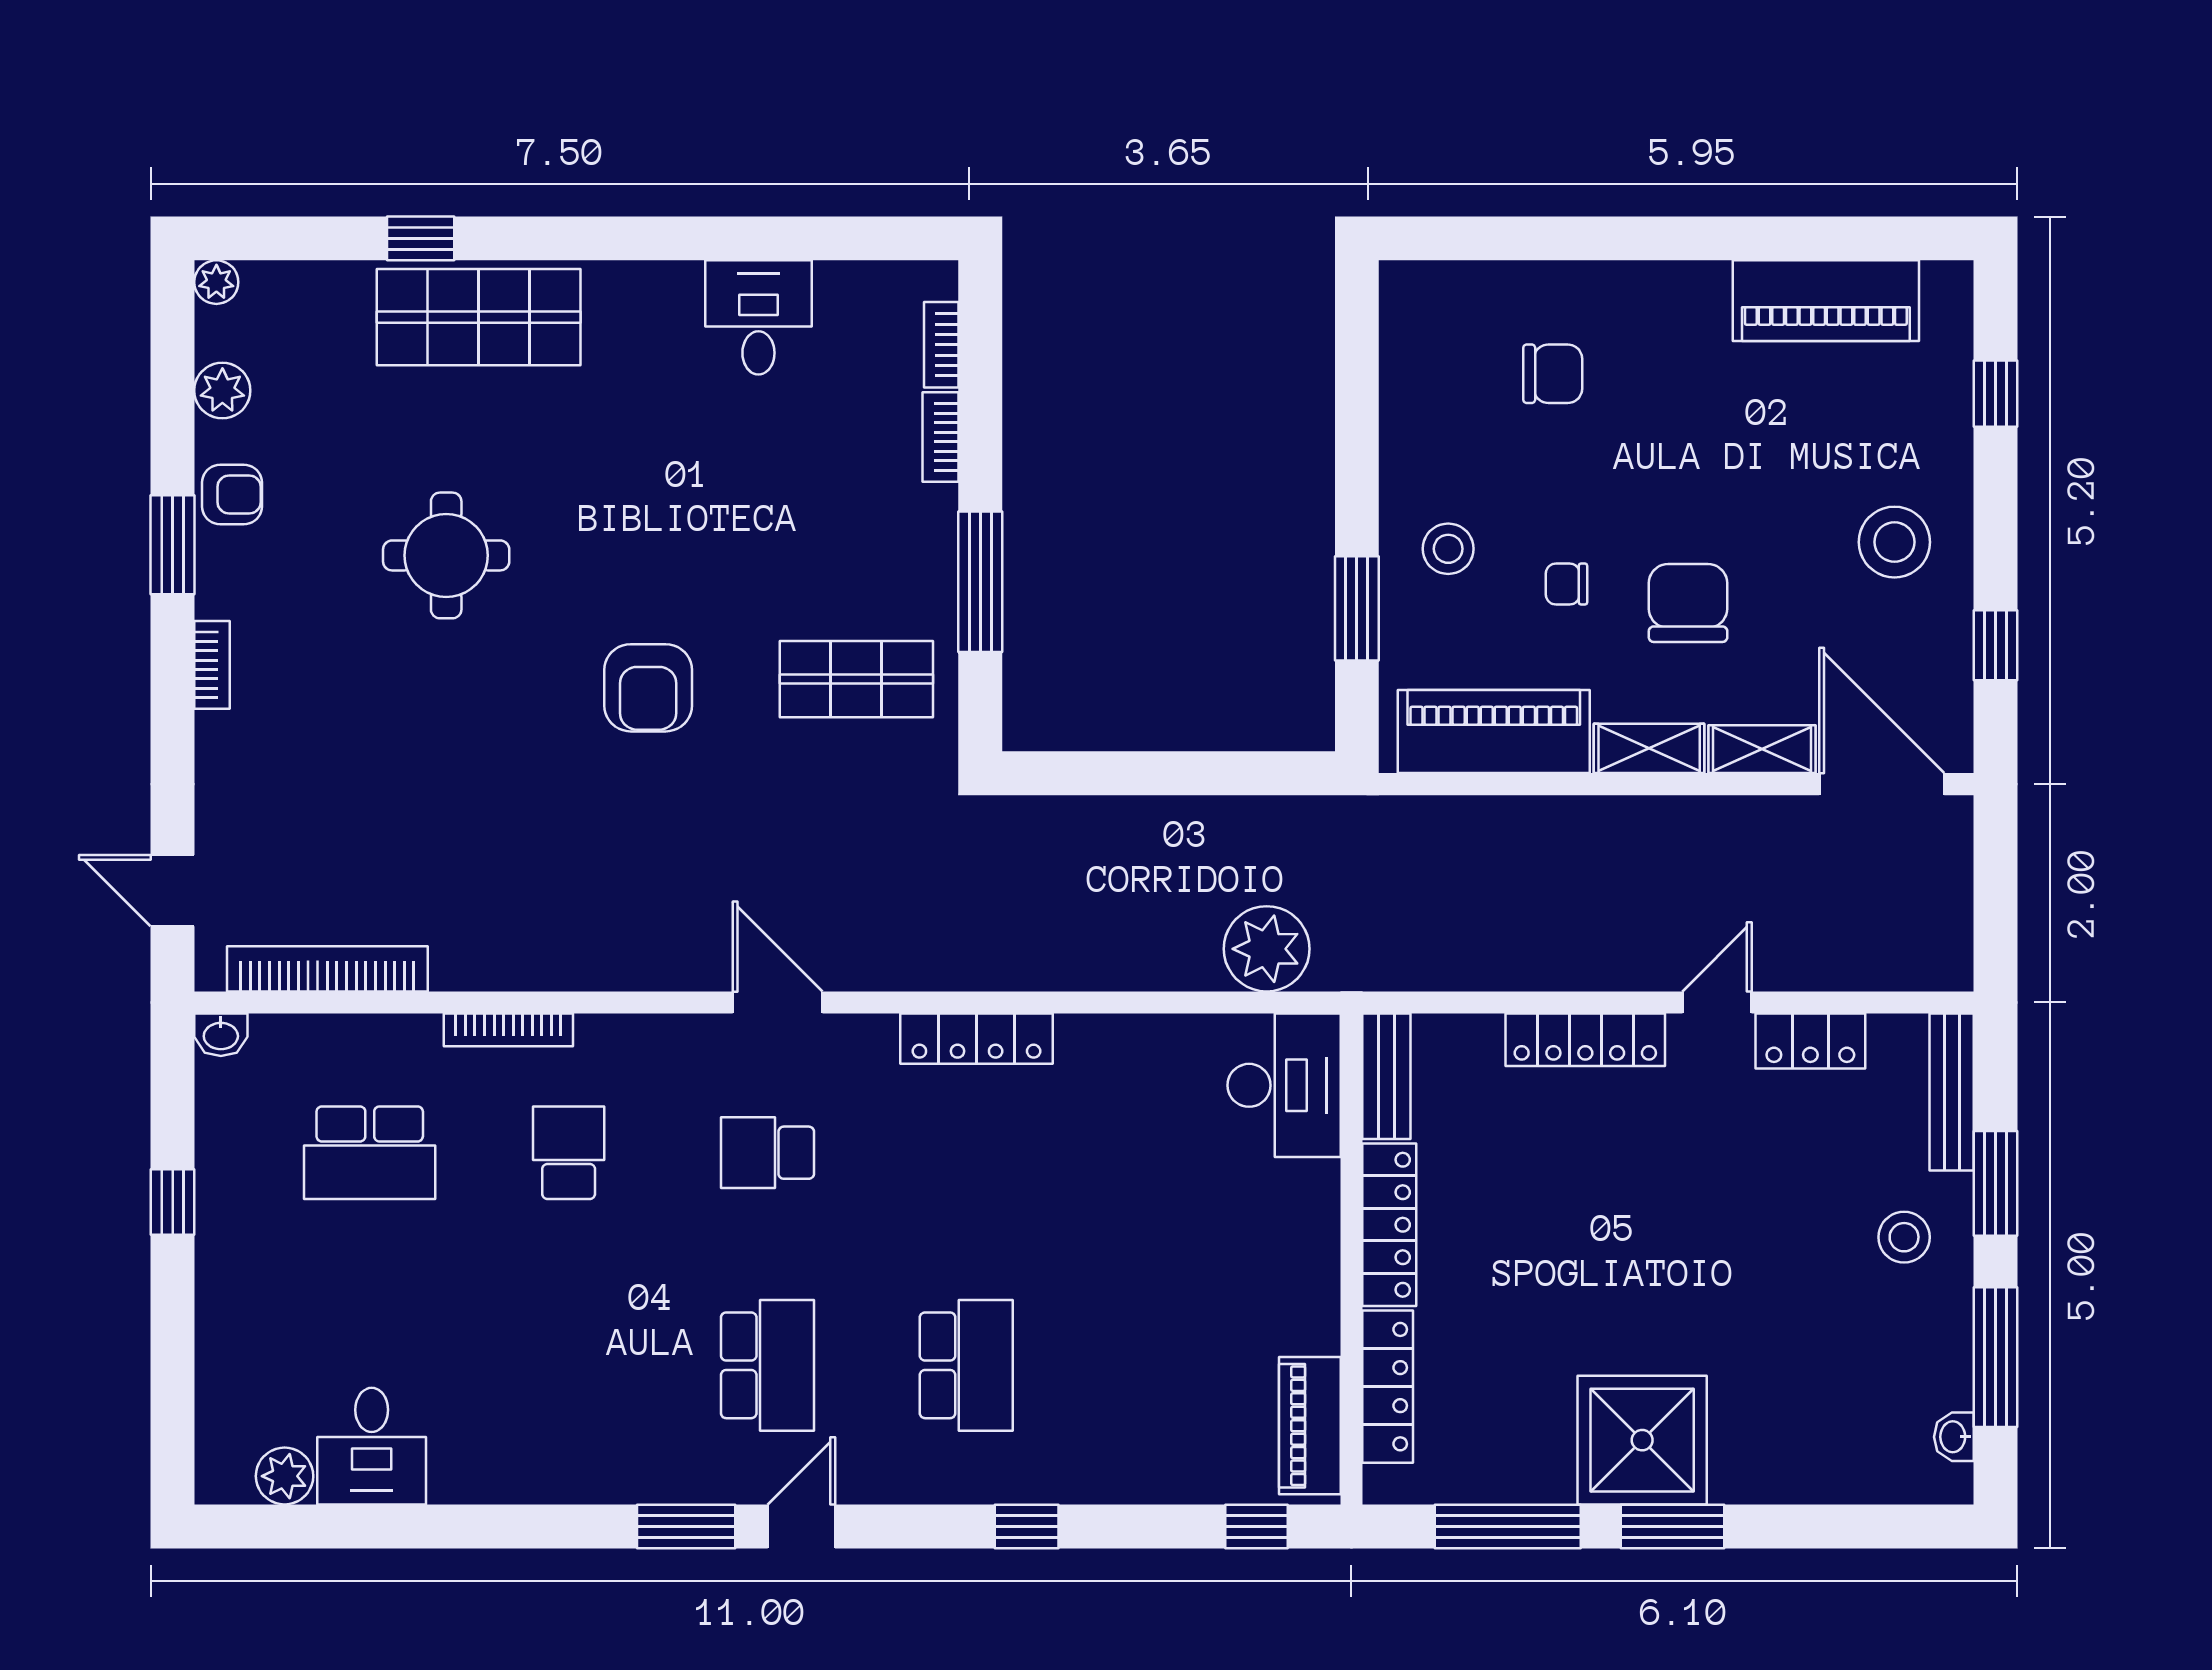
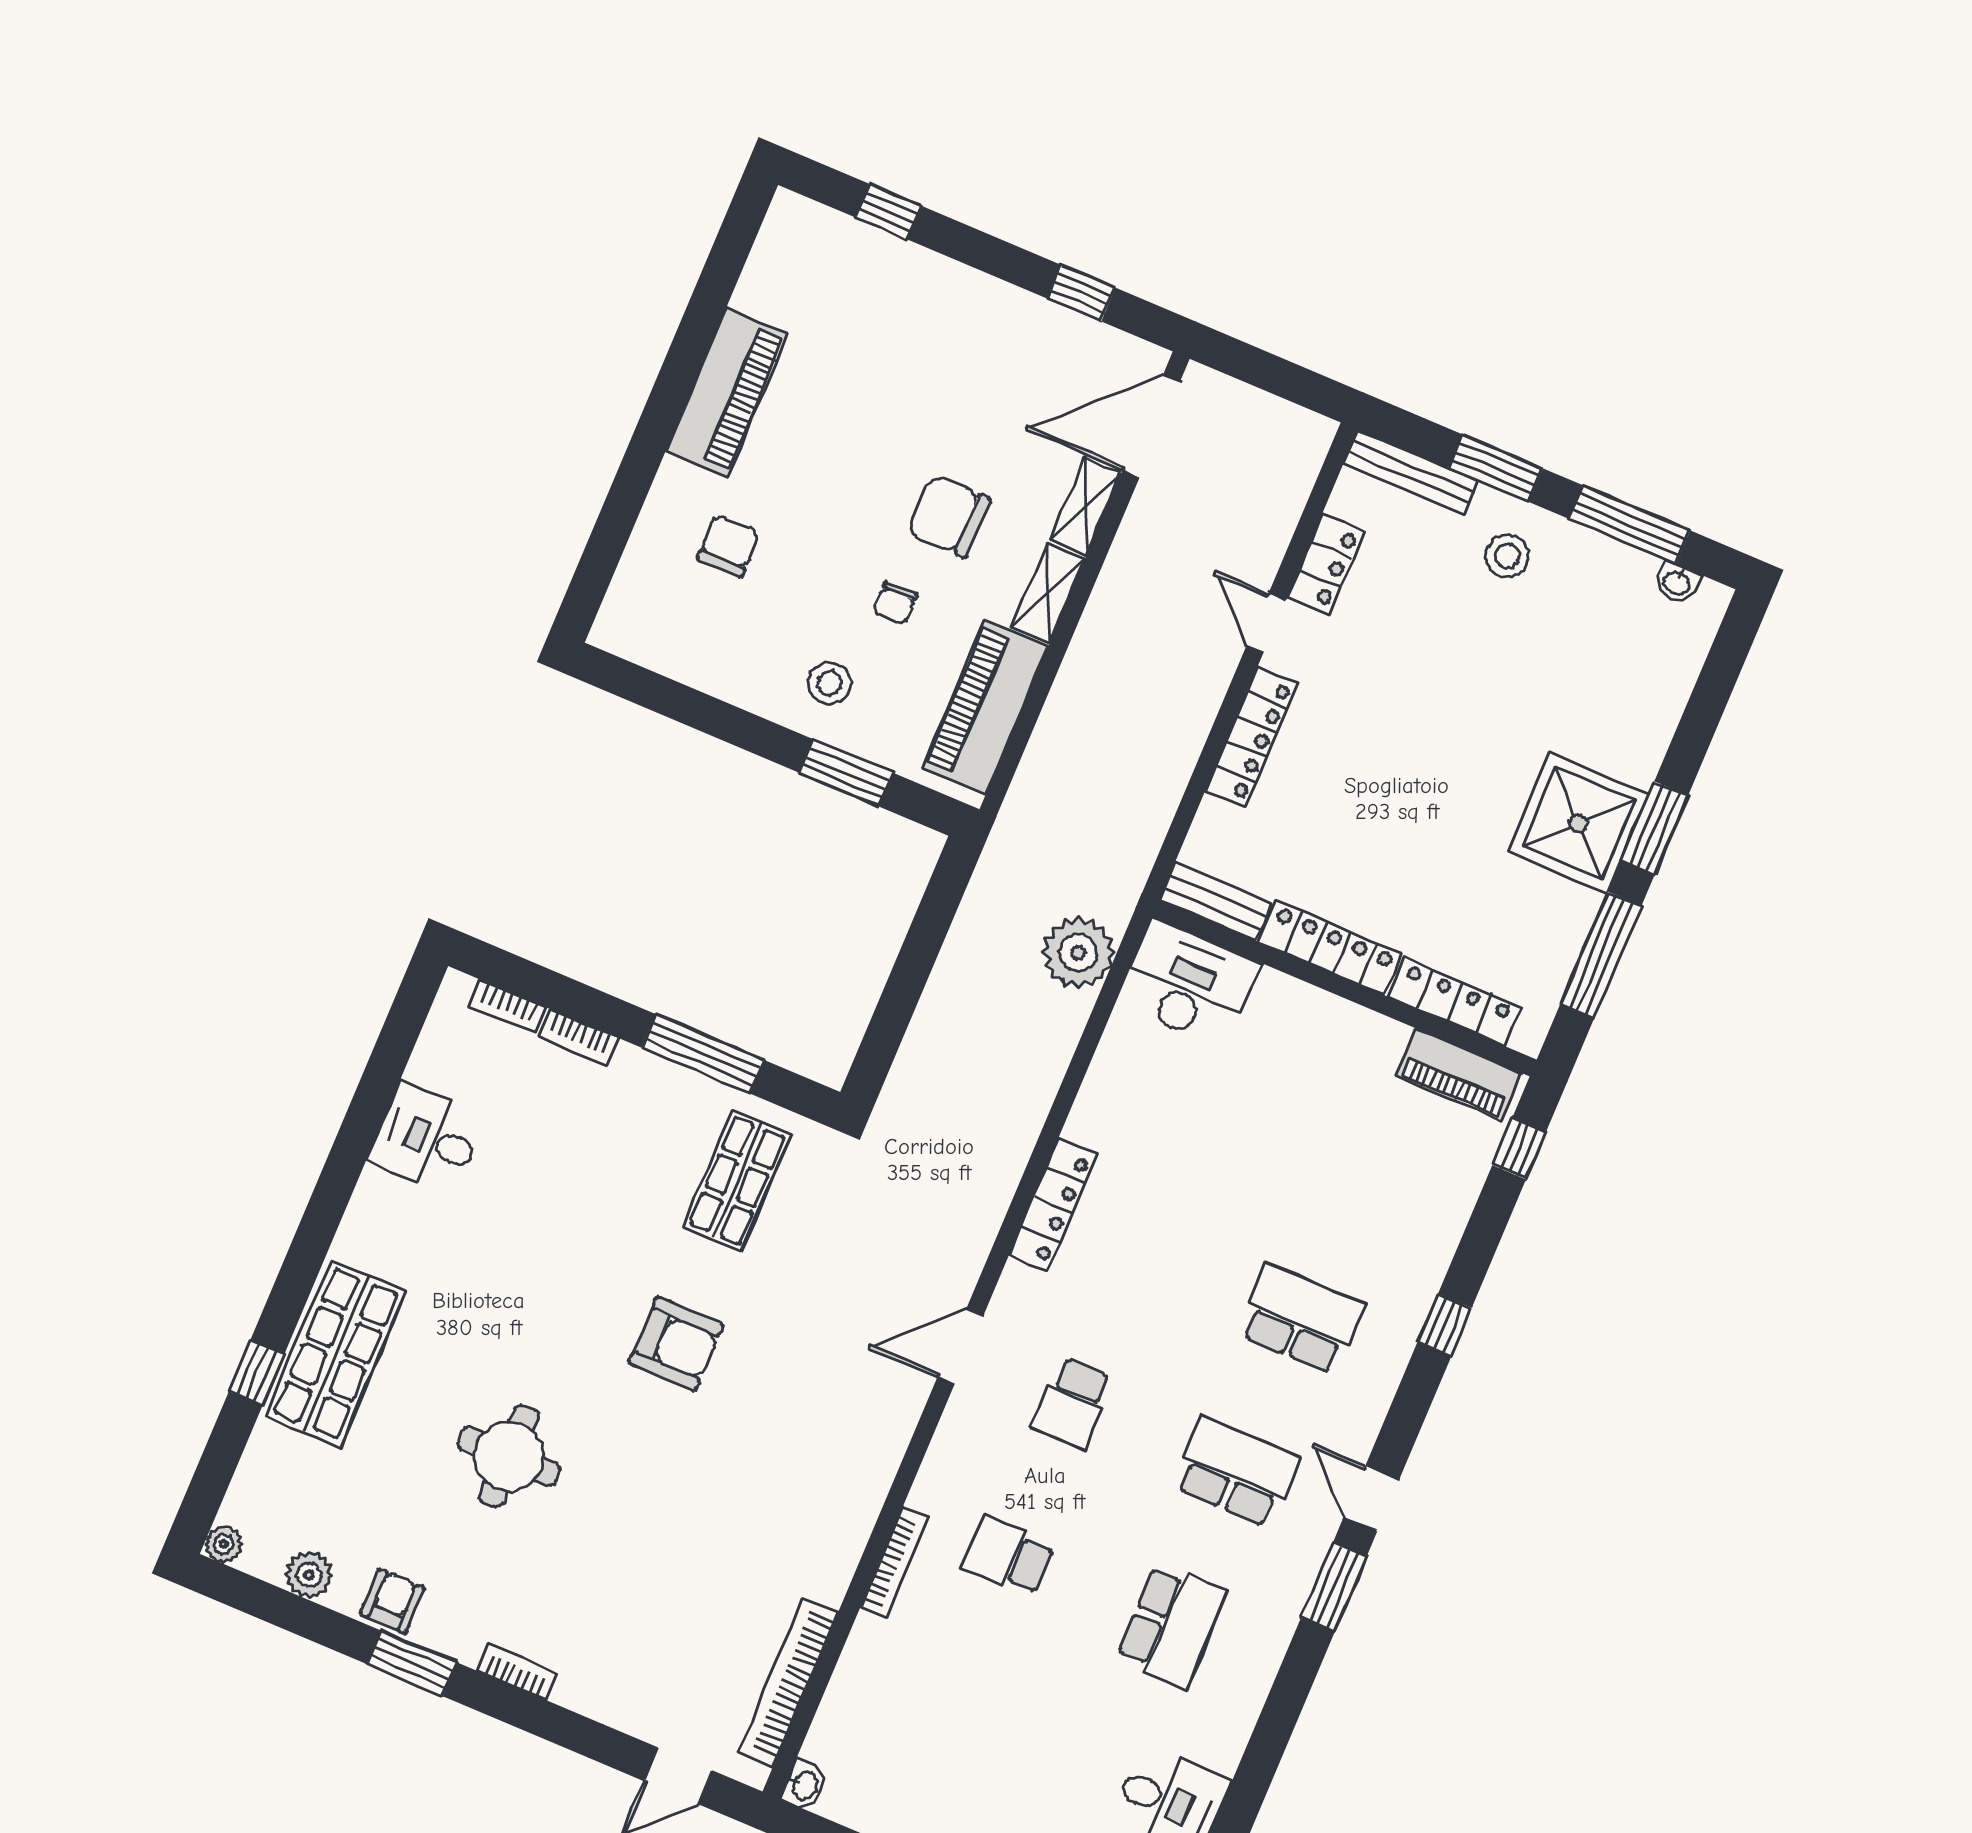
piano: (1826, 301) -> (727, 392), moved
stool: (1894, 542) -> (969, 337), removed
school desk: (370, 1153) -> (1172, 1625), moved

